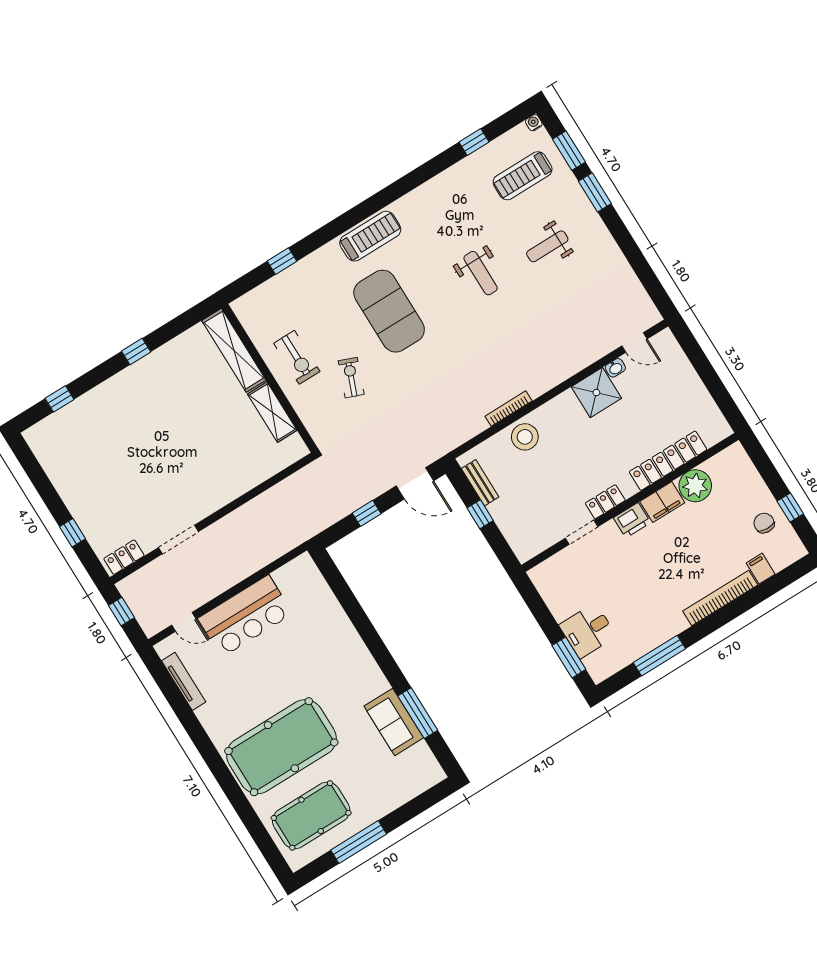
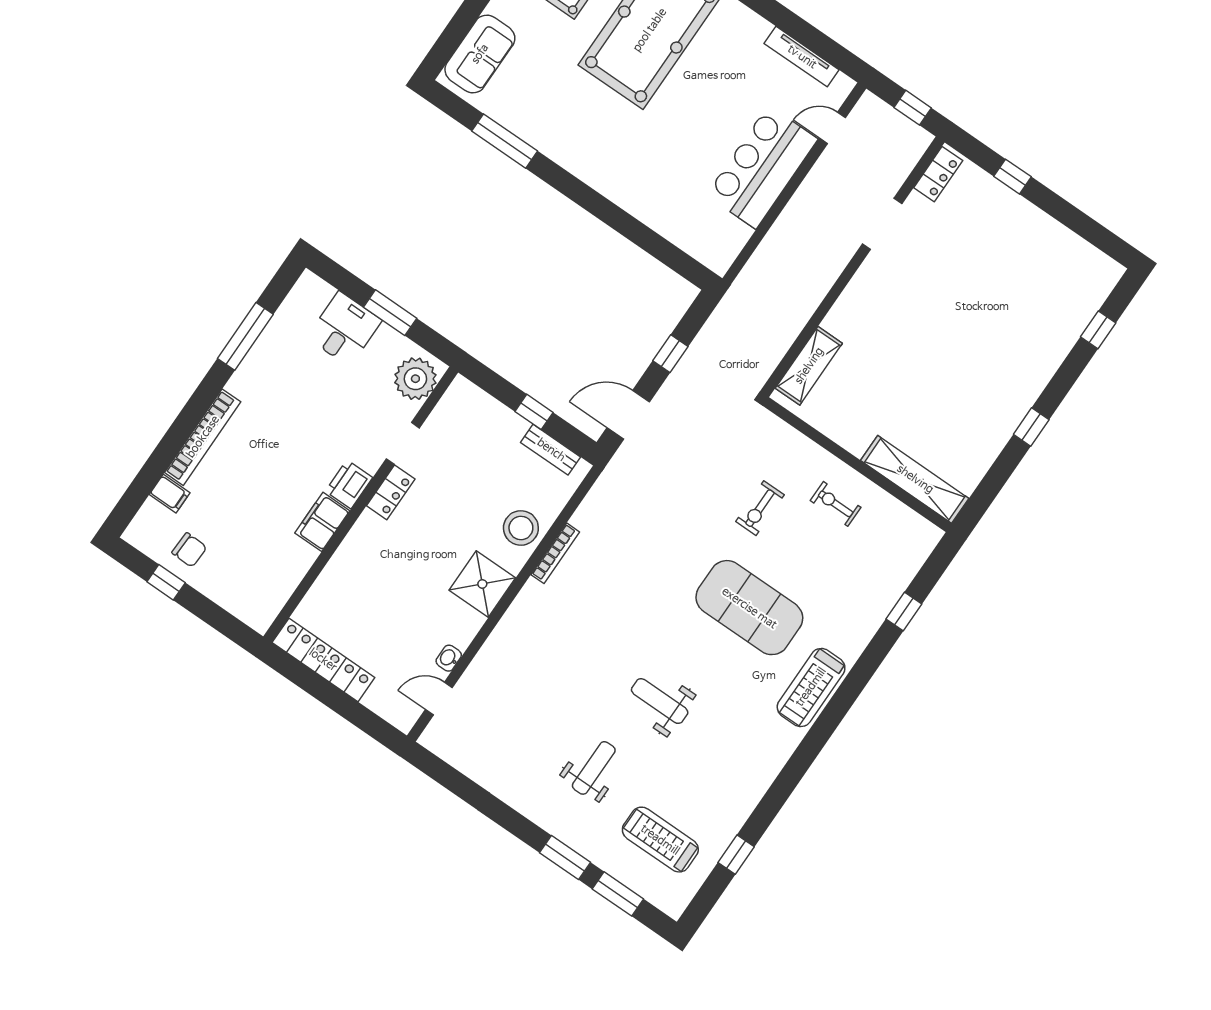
water cooler: (534, 123) -> (675, 909), removed
treadmill: (523, 176) -> (660, 840), turned -90
exercise bike: (297, 357) -> (836, 504), width x0.73, depth x0.72
exercise bike: (351, 378) -> (760, 508), turned 69
shower: (596, 393) -> (482, 584), moved
shelving: (272, 412) -> (809, 366), moved, turned 90
locker: (668, 461) -> (323, 660), moved, turned -90
plant: (695, 486) -> (415, 379), moved
window: (569, 657) -> (390, 313), moved
sofa: (394, 722) -> (480, 54), moved, turned 90

